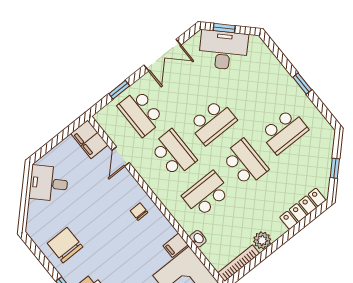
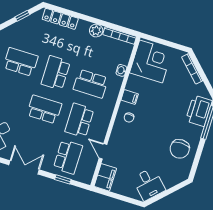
door: (121, 157) -> (103, 151), swing flipped
filing cabinet: (176, 245) -> (130, 97), moved

